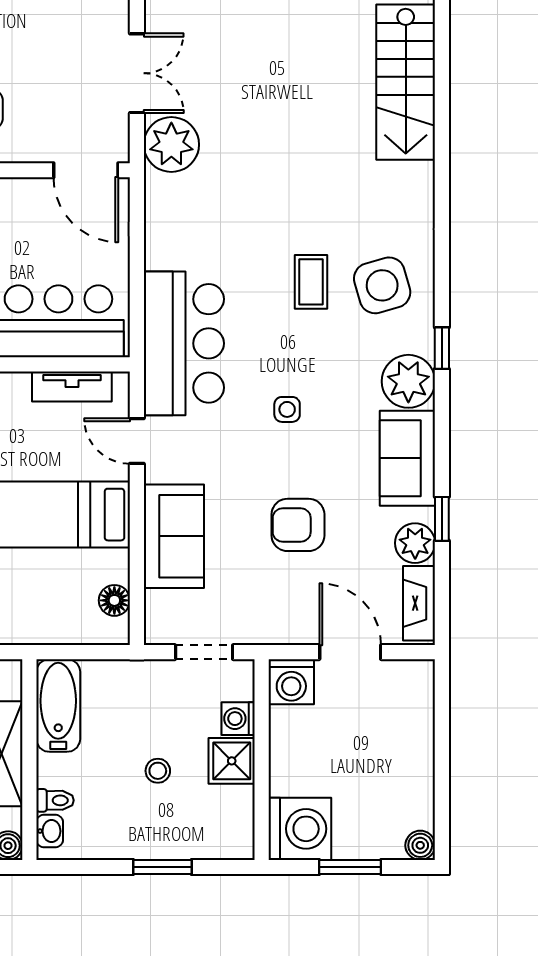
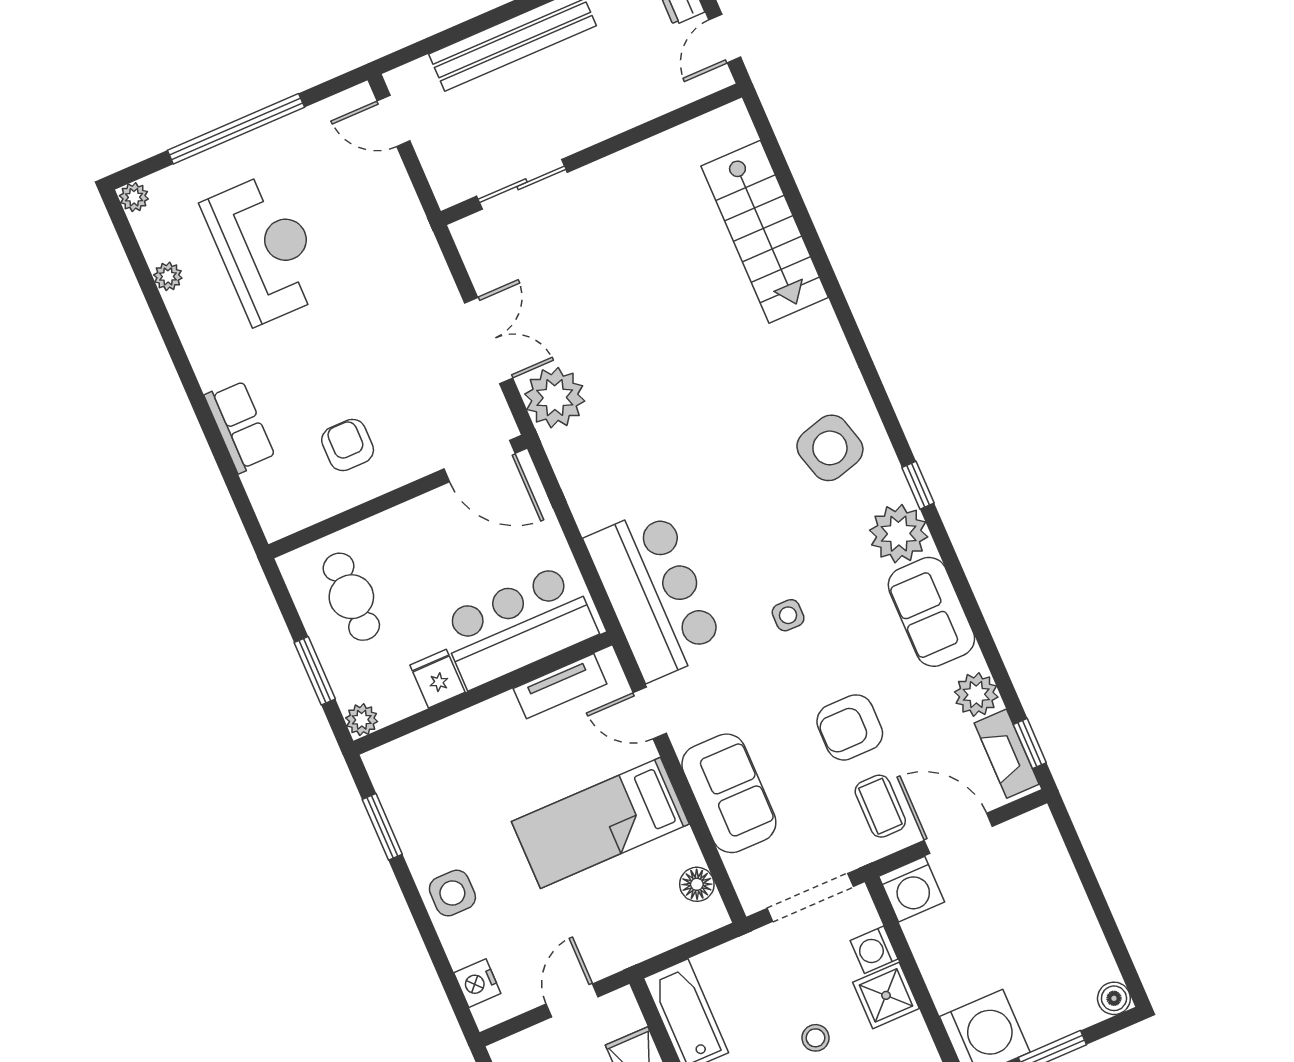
coffee table: (311, 282) -> (880, 806), moved
window: (442, 519) -> (1030, 744), moved
doorway: (204, 652) -> (810, 897), width x1.38

